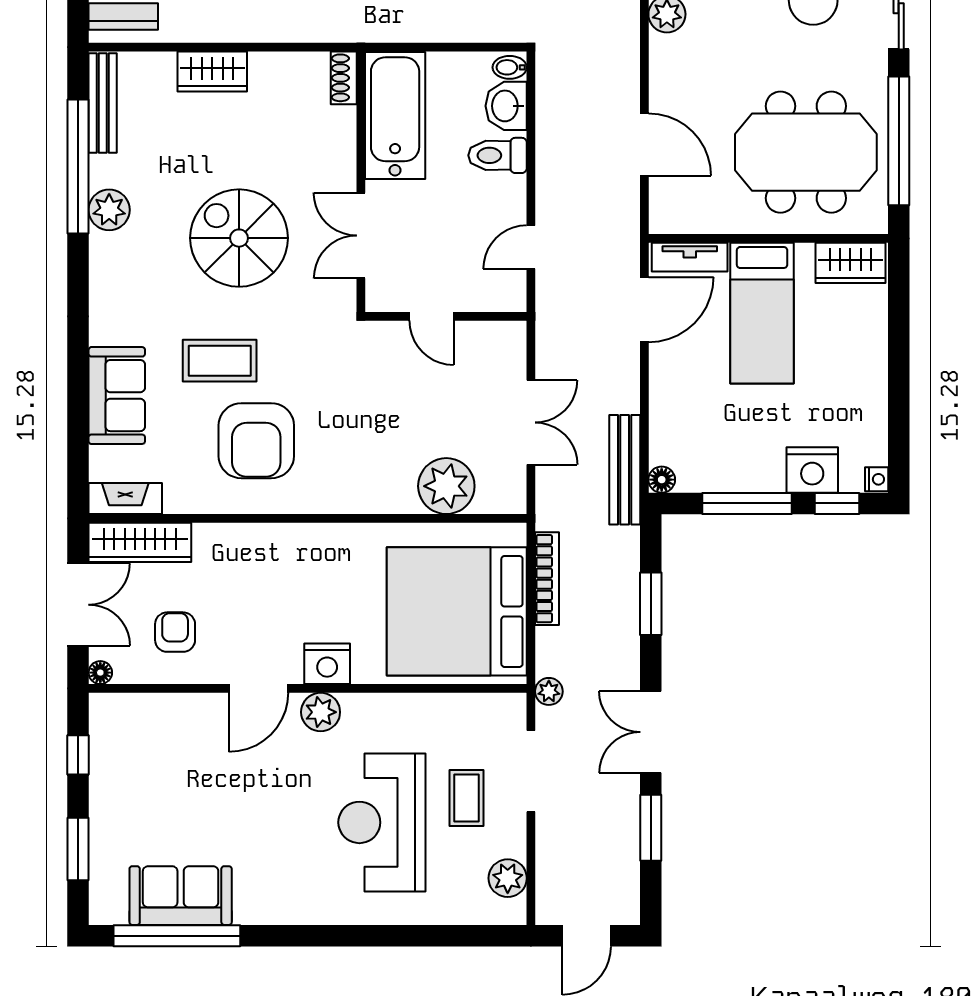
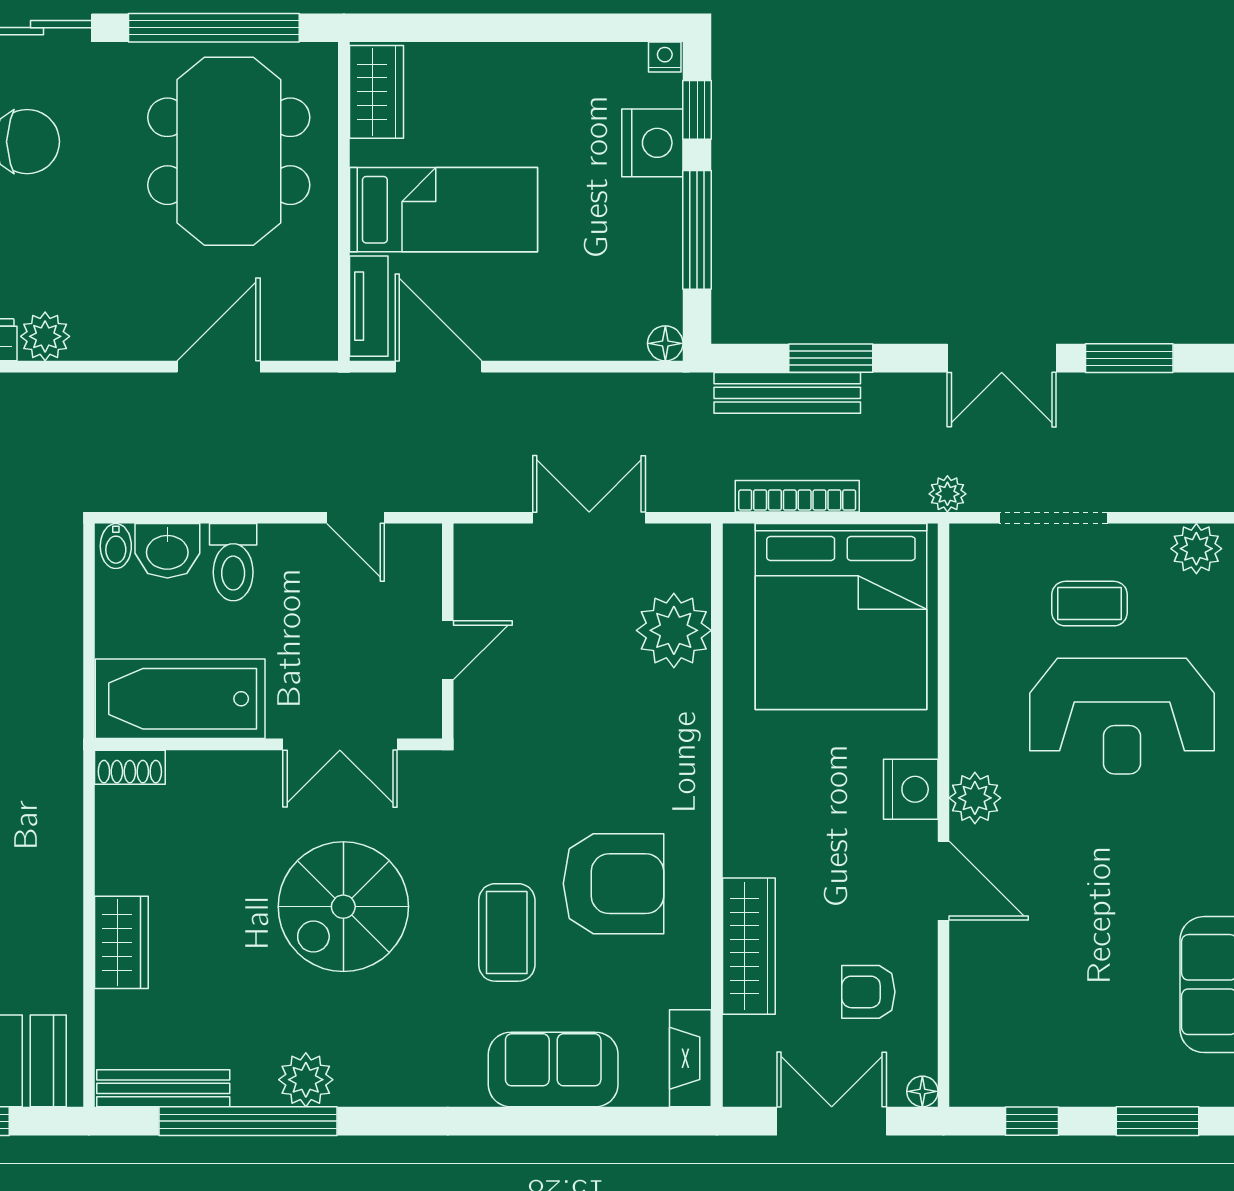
bench: (625, 470) -> (787, 393), moved
wardrobe: (140, 542) -> (749, 946), moved

